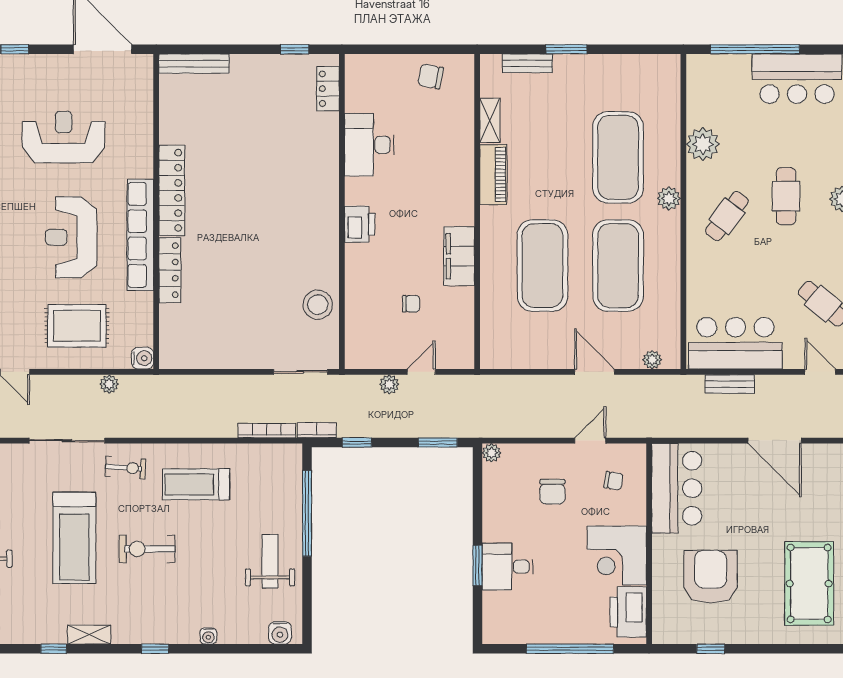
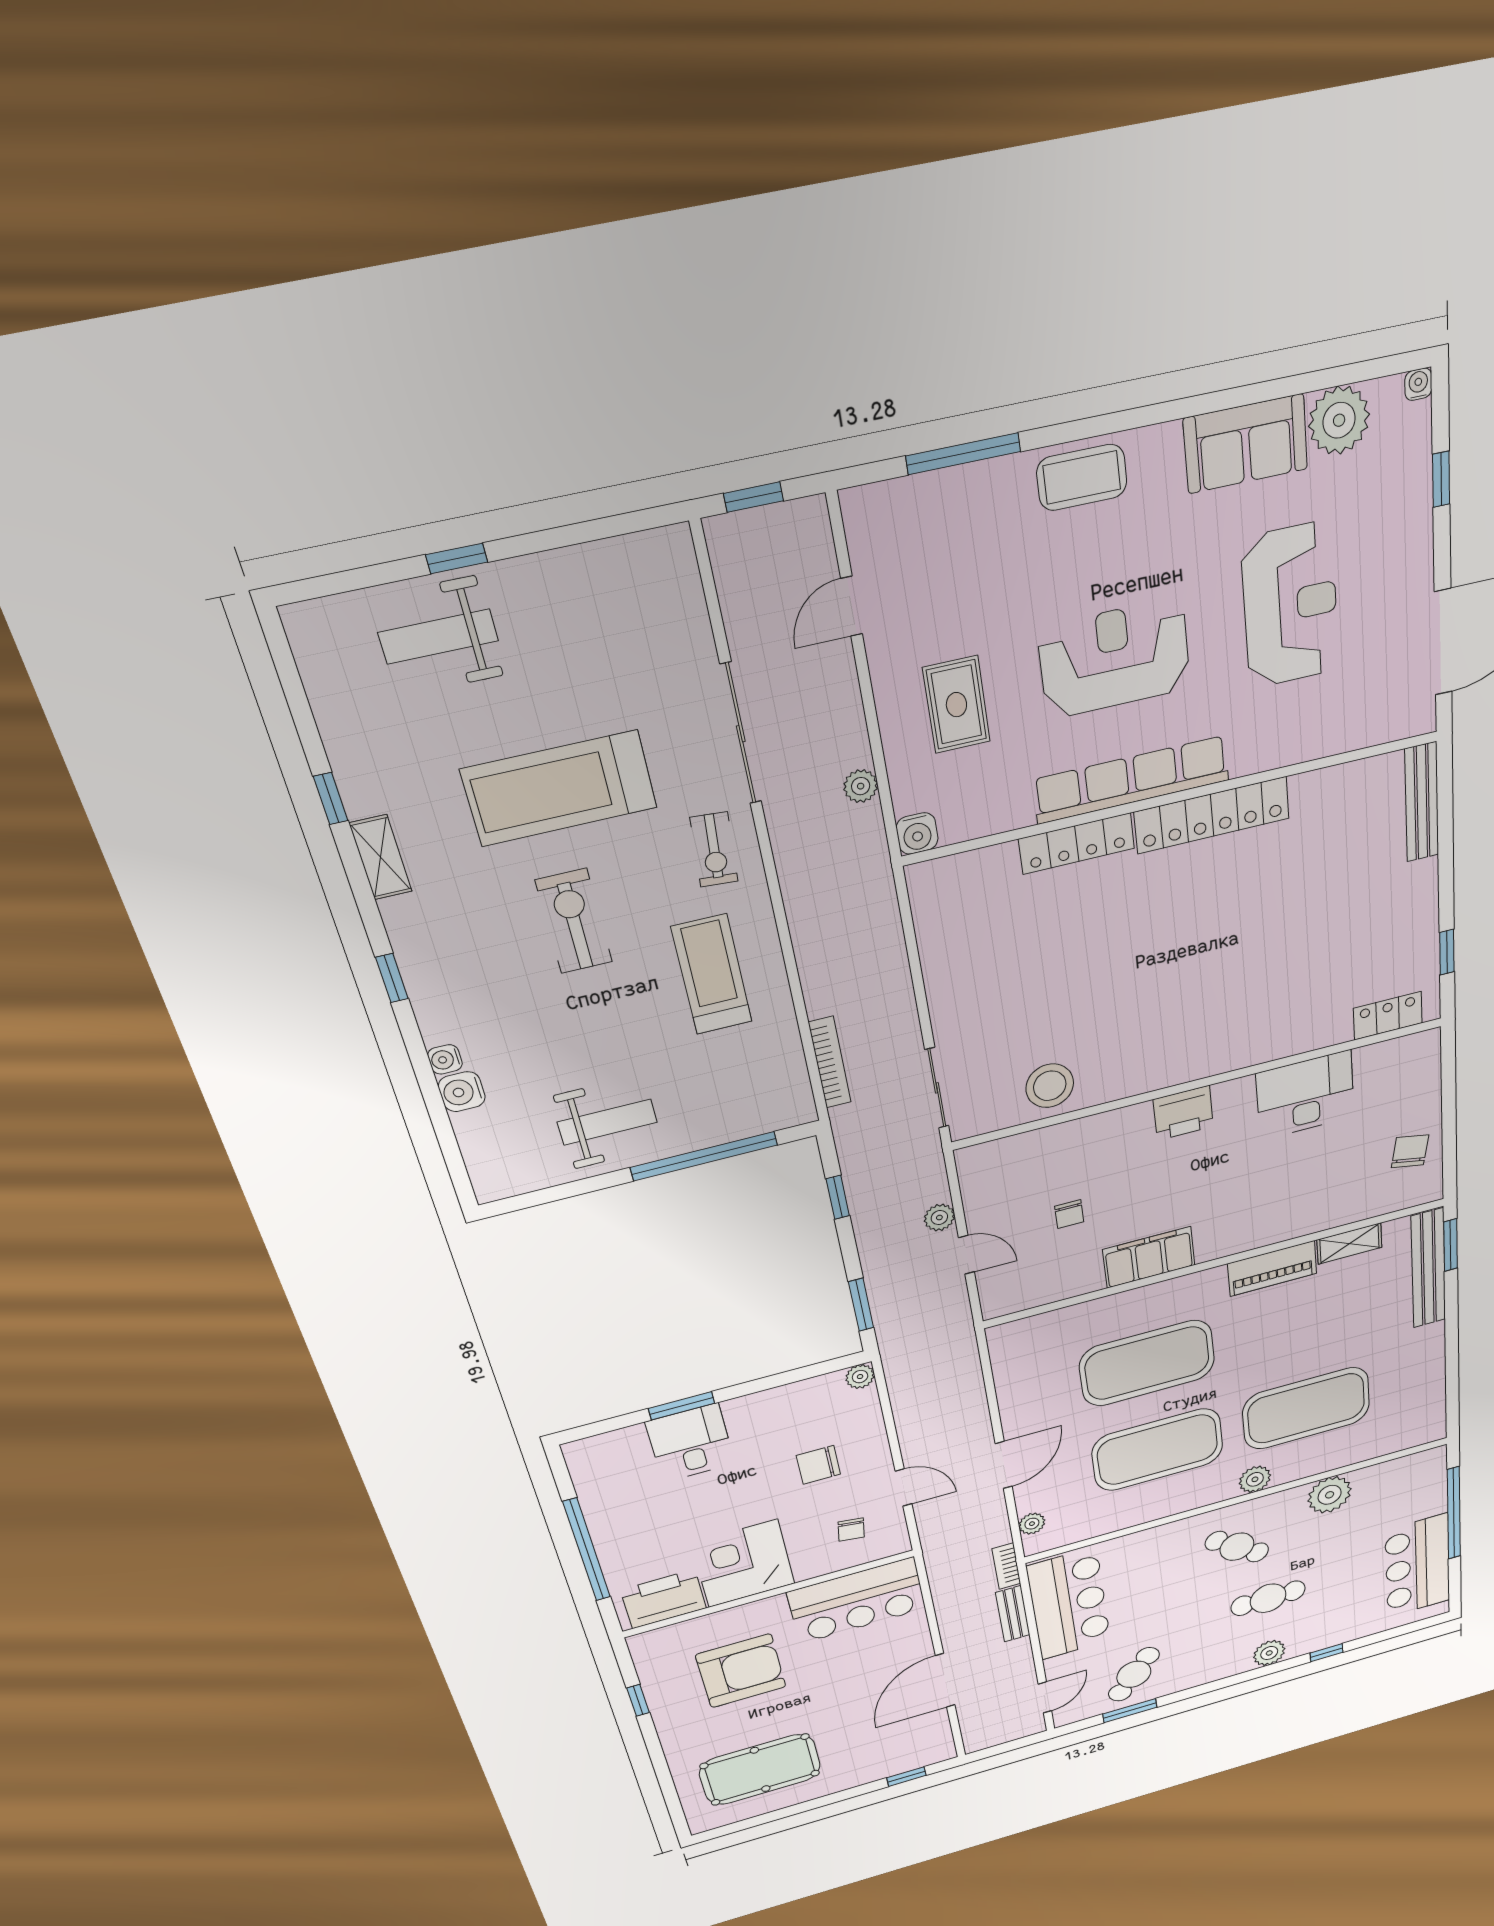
window: (566, 49) -> (1451, 1245), moved
bench: (527, 63) -> (1428, 1268), width x1.86, depth x1.21
rug: (77, 326) -> (956, 705), width x0.73, depth x0.70
bookcase: (317, 430) -> (1006, 1566), moved, turned 180
water cooler: (280, 633) -> (462, 1092), moved

